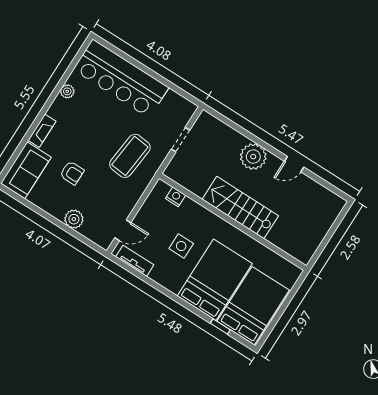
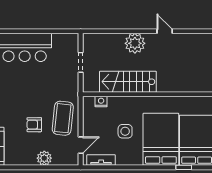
coffee table: (130, 156) -> (63, 118), moved
door: (294, 164) -> (165, 31), swing flipped
armchair: (72, 173) -> (34, 125), moved, turned 180
stairs: (240, 207) -> (128, 82), moved

